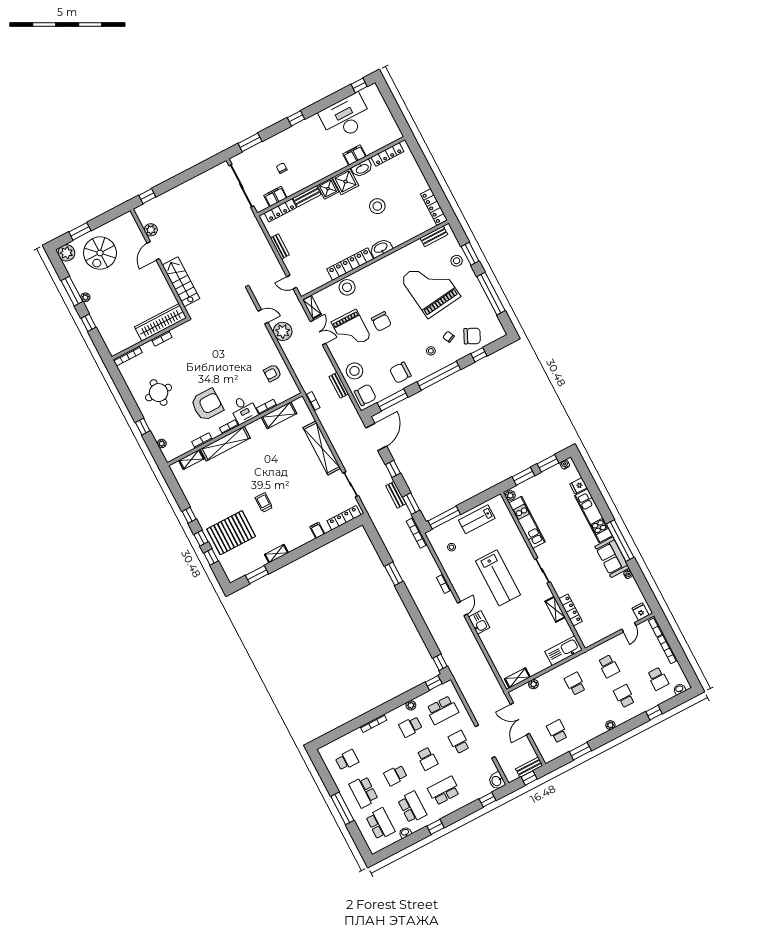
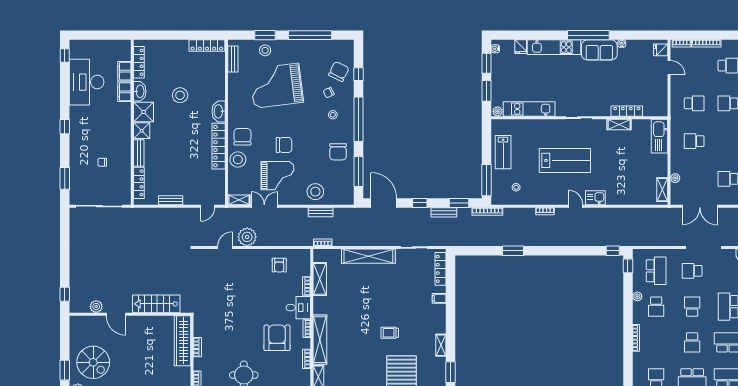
filing cabinet: (275, 197) -> (124, 71), moved
chair: (365, 395) -> (242, 137), moved
school desk: (427, 759) -> (692, 307), turned -90

